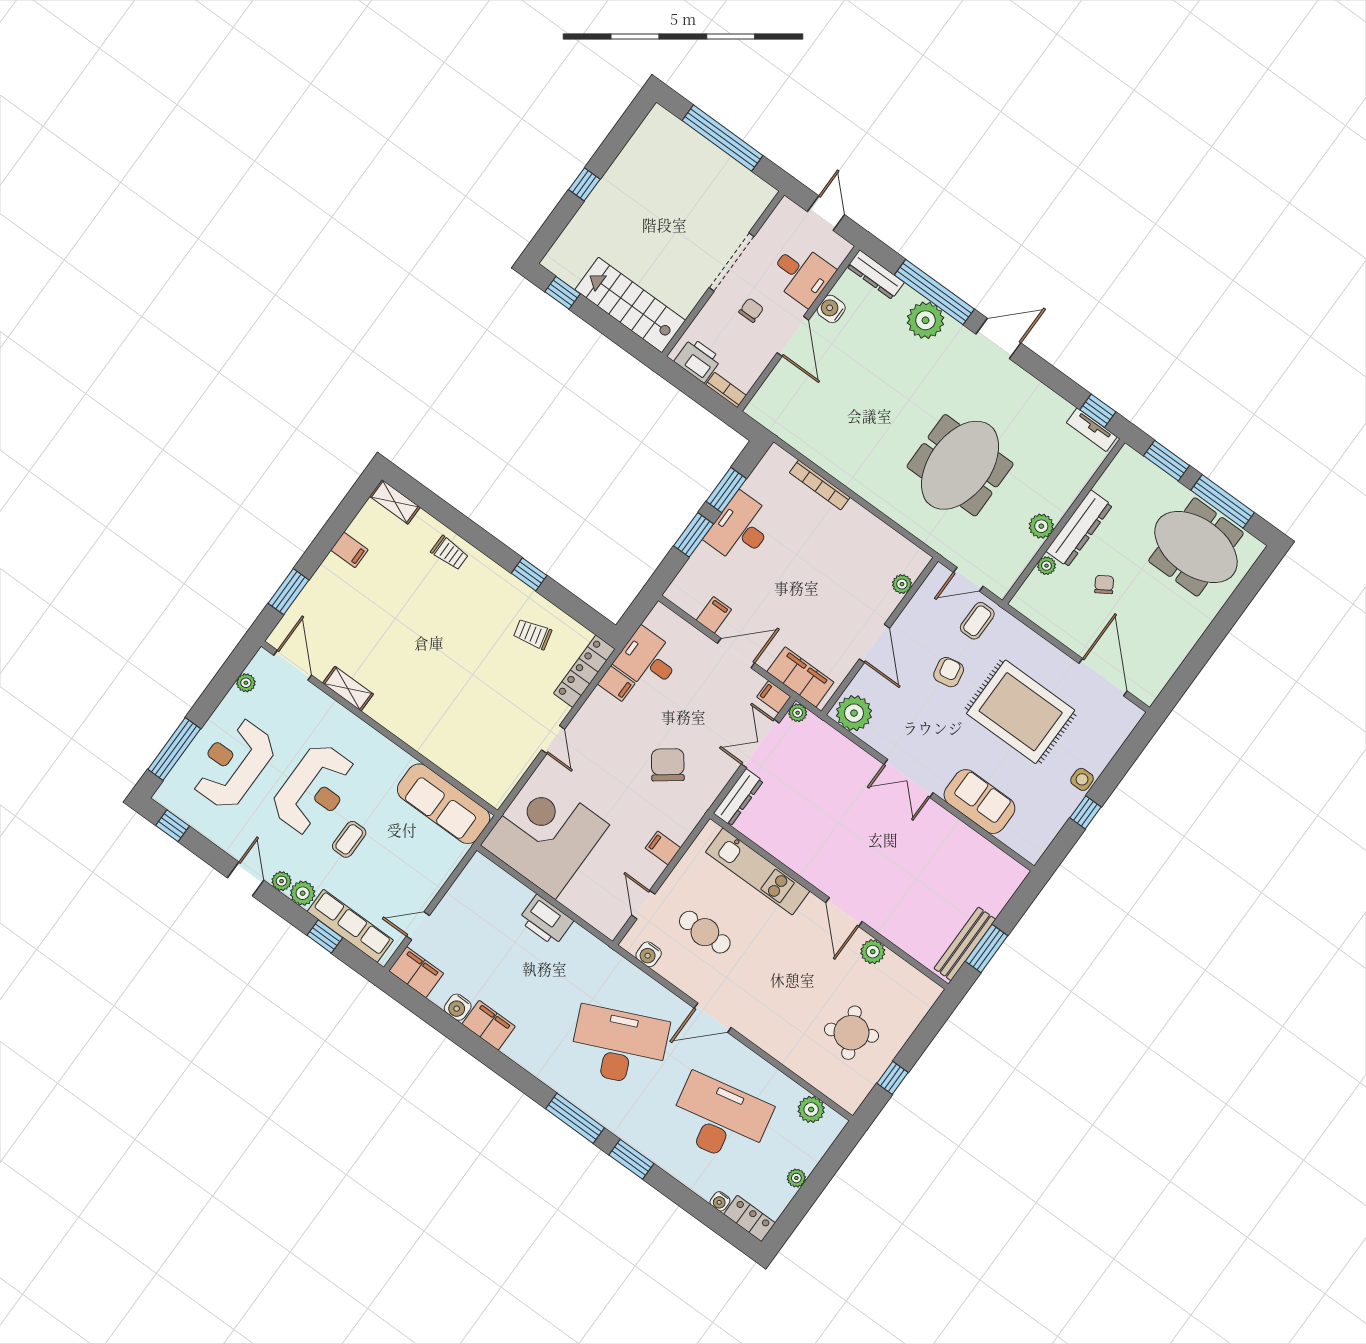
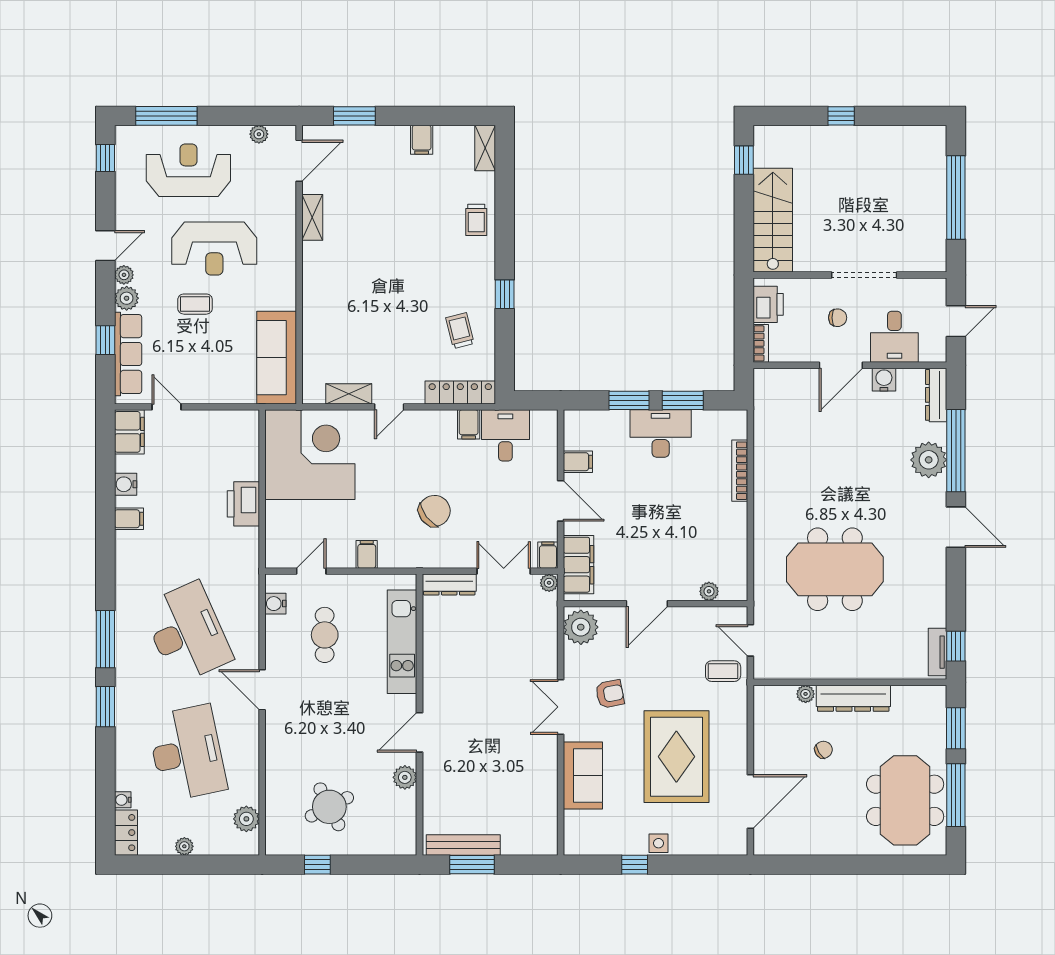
plant: (1041, 526) -> (833, 667), removed
armchair: (949, 672) -> (610, 694), moved
shelving: (518, 765) -> (349, 394), added
filing cabinet: (489, 1025) -> (129, 519), width x0.50

